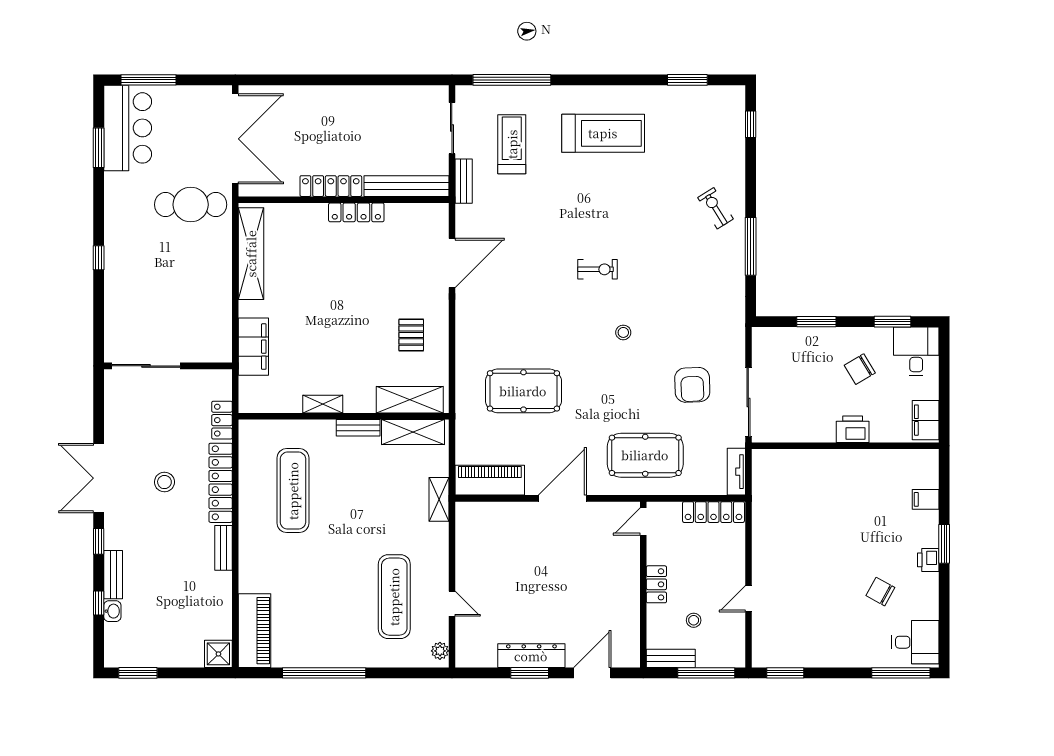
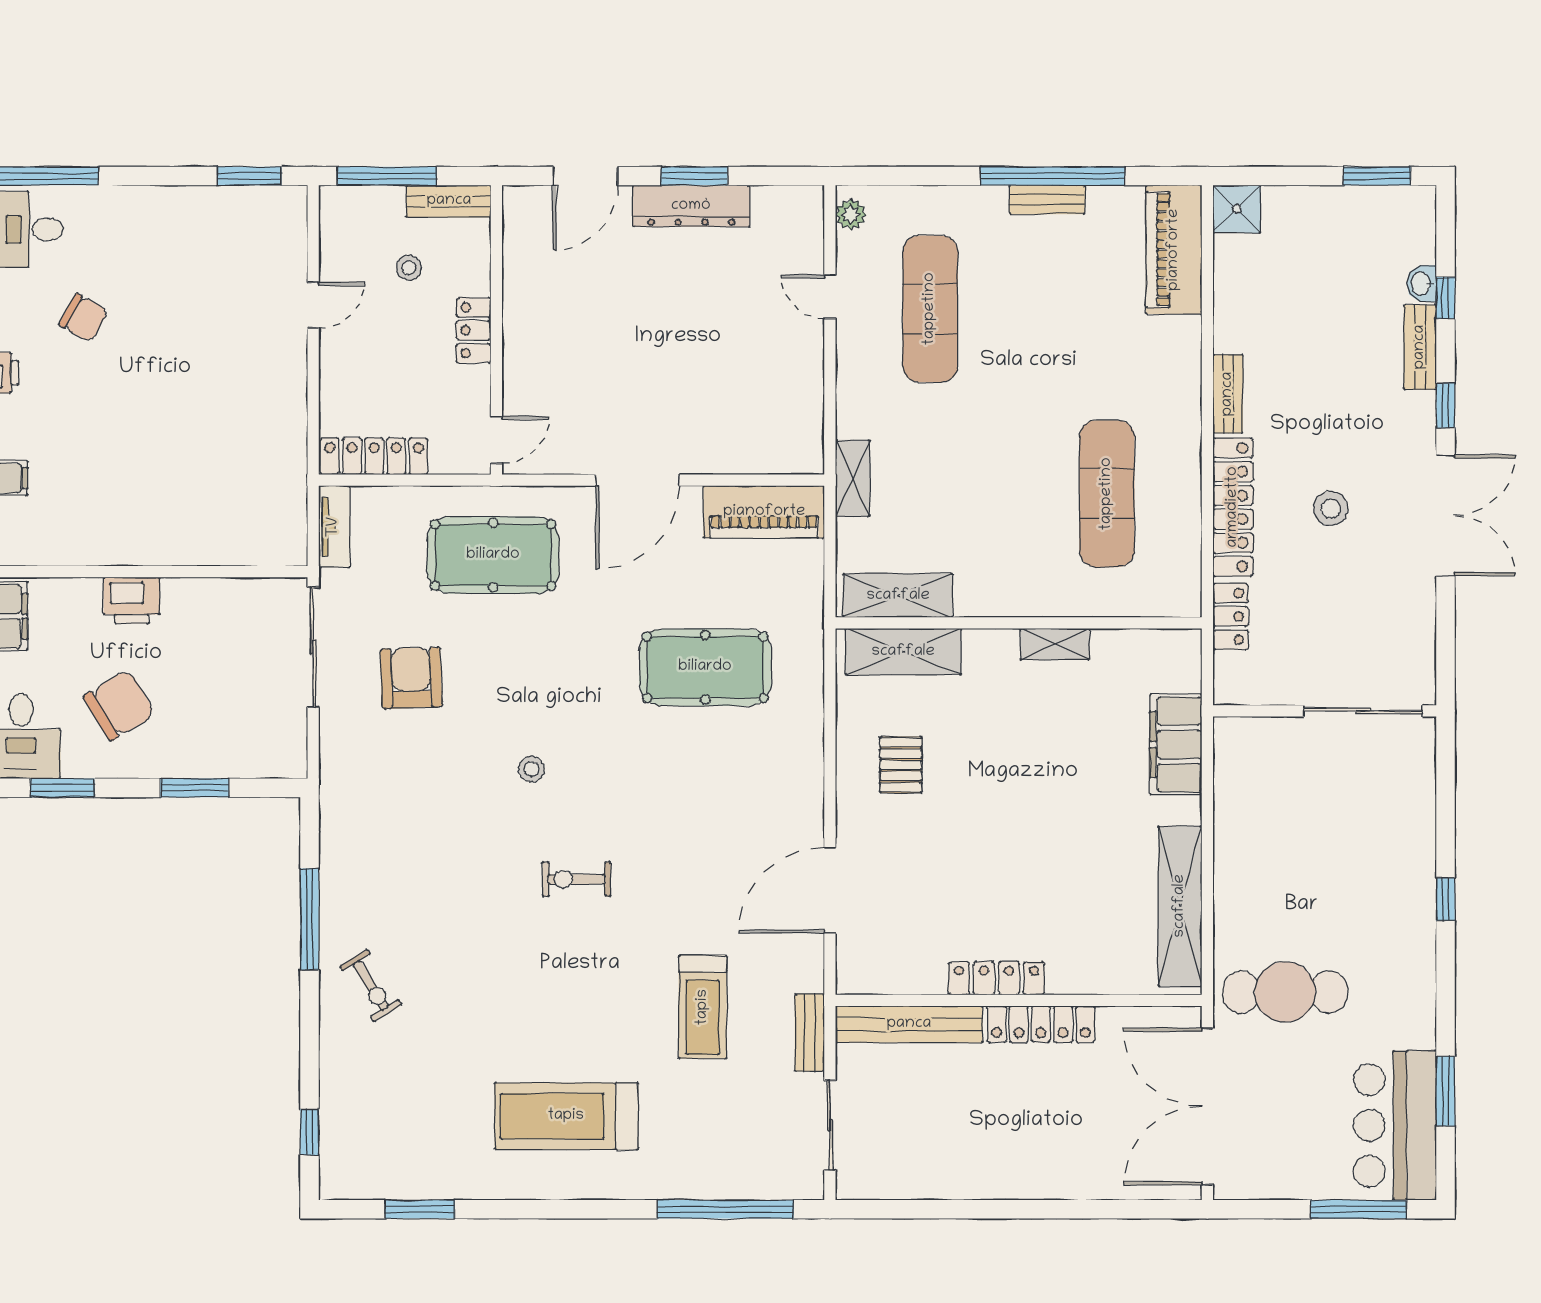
treadmill: (512, 144) -> (703, 1007), moved
chair: (860, 369) -> (119, 705), width x1.37, depth x1.37
bench: (358, 428) -> (1047, 200), moved

